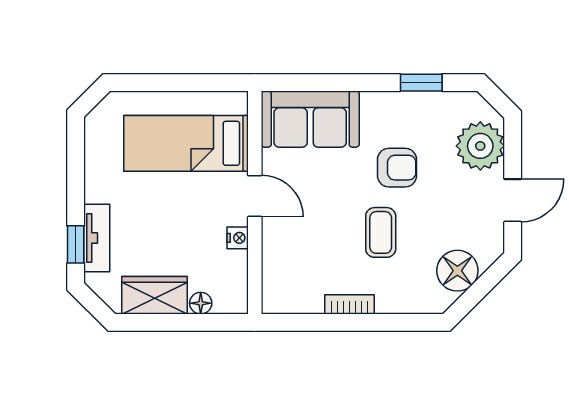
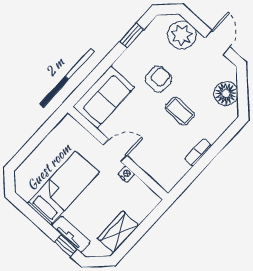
bed: (186, 143) -> (63, 188), moved, turned 180
floor lamp: (201, 303) -> (140, 215), removed

